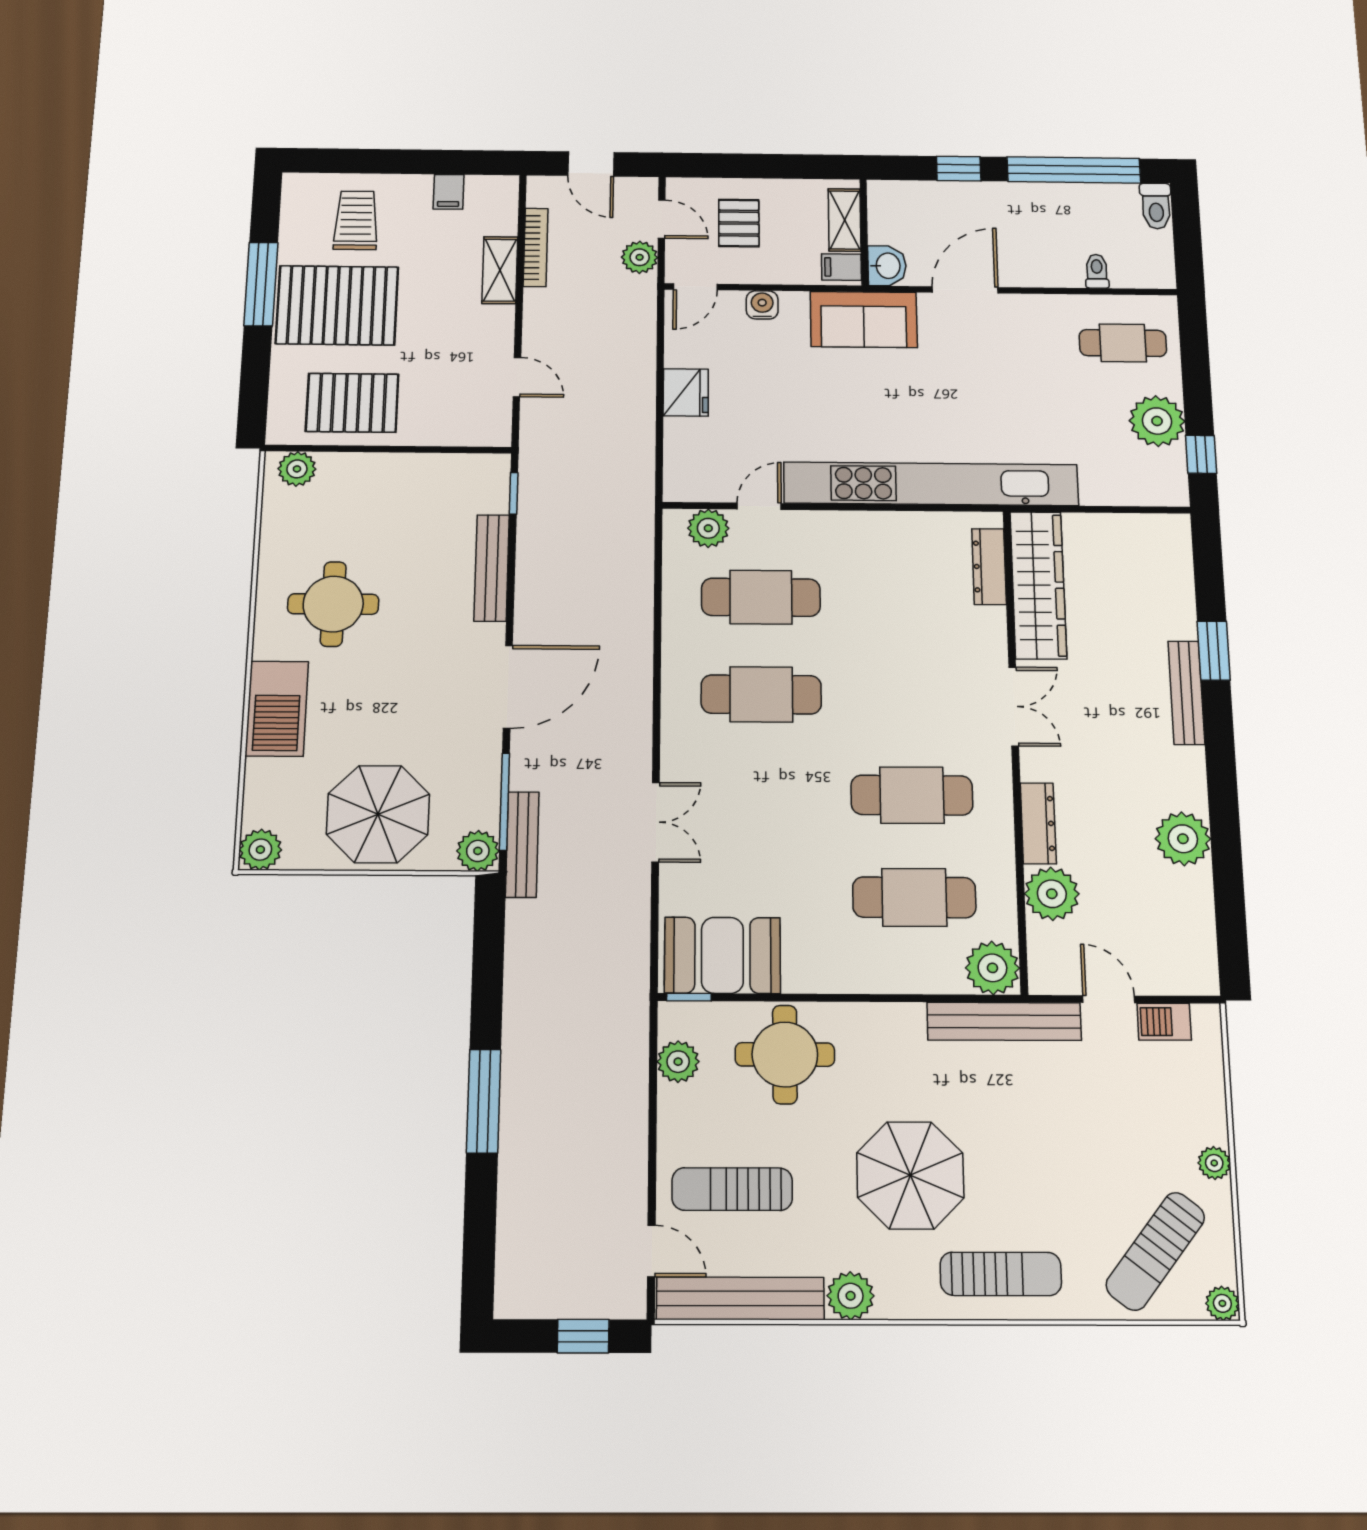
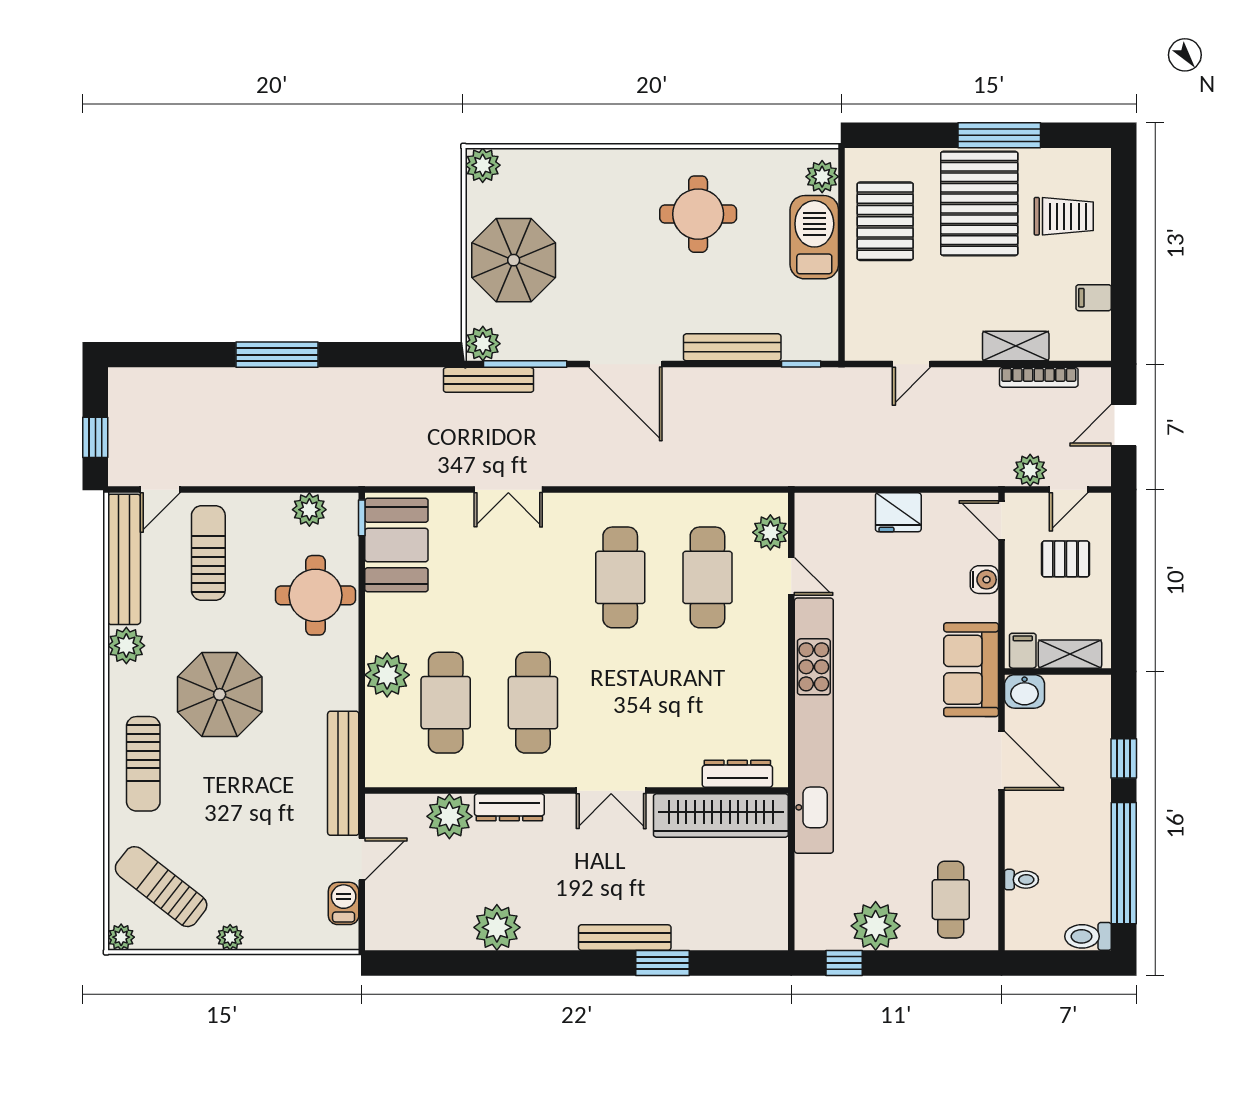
barbecue: (277, 709) -> (814, 237), moved, turned 90
plant: (992, 968) -> (387, 675), moved

